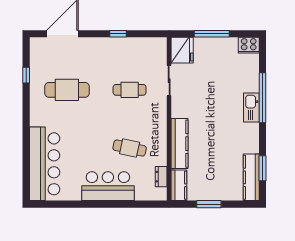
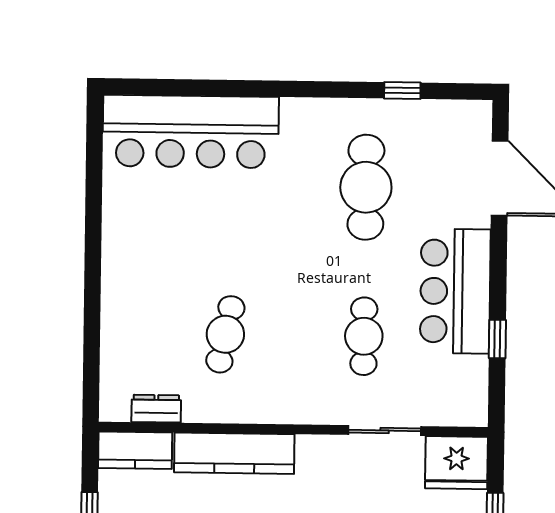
window: (118, 34) -> (497, 339), moved
bar counter: (108, 186) -> (455, 291), moved, turned 180

